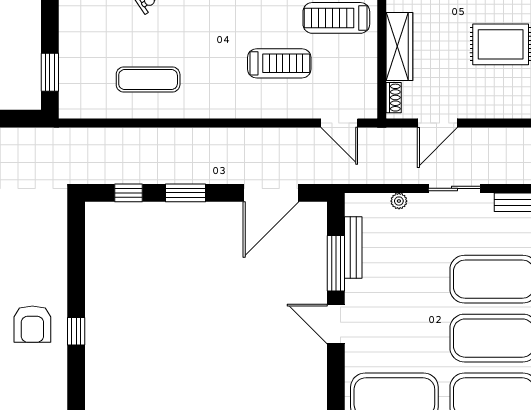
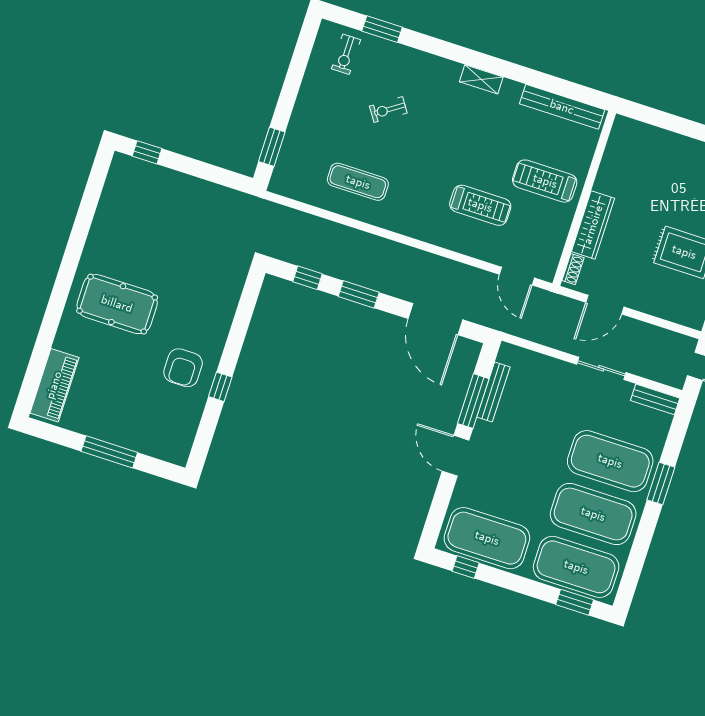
door: (271, 193) -> (435, 319), hinge flipped
plant: (399, 201) -> (548, 363), removed

